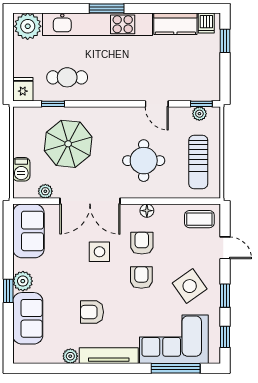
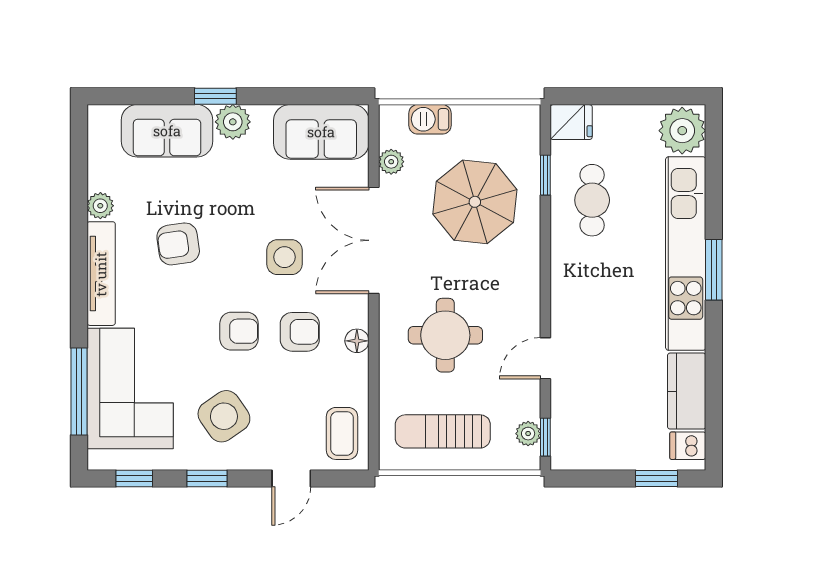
armchair: (92, 312) -> (178, 244), turned -98

